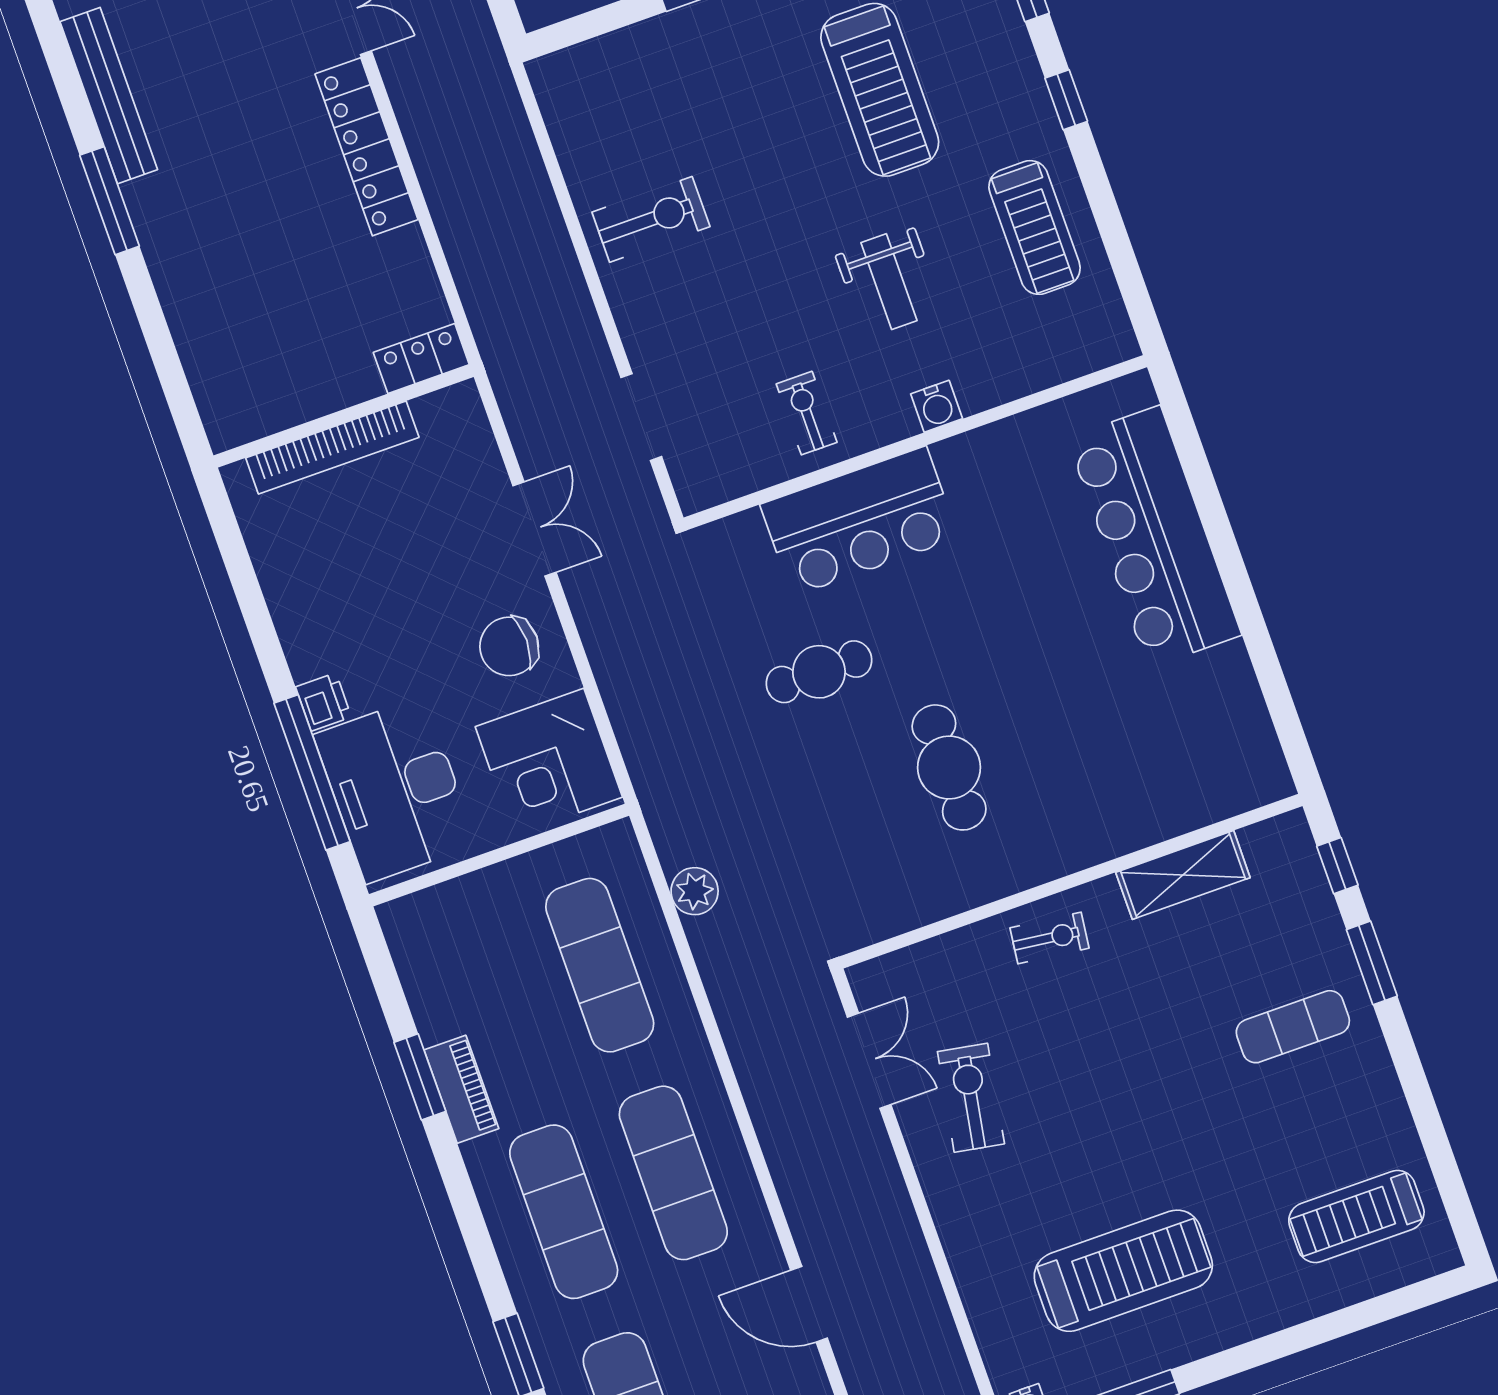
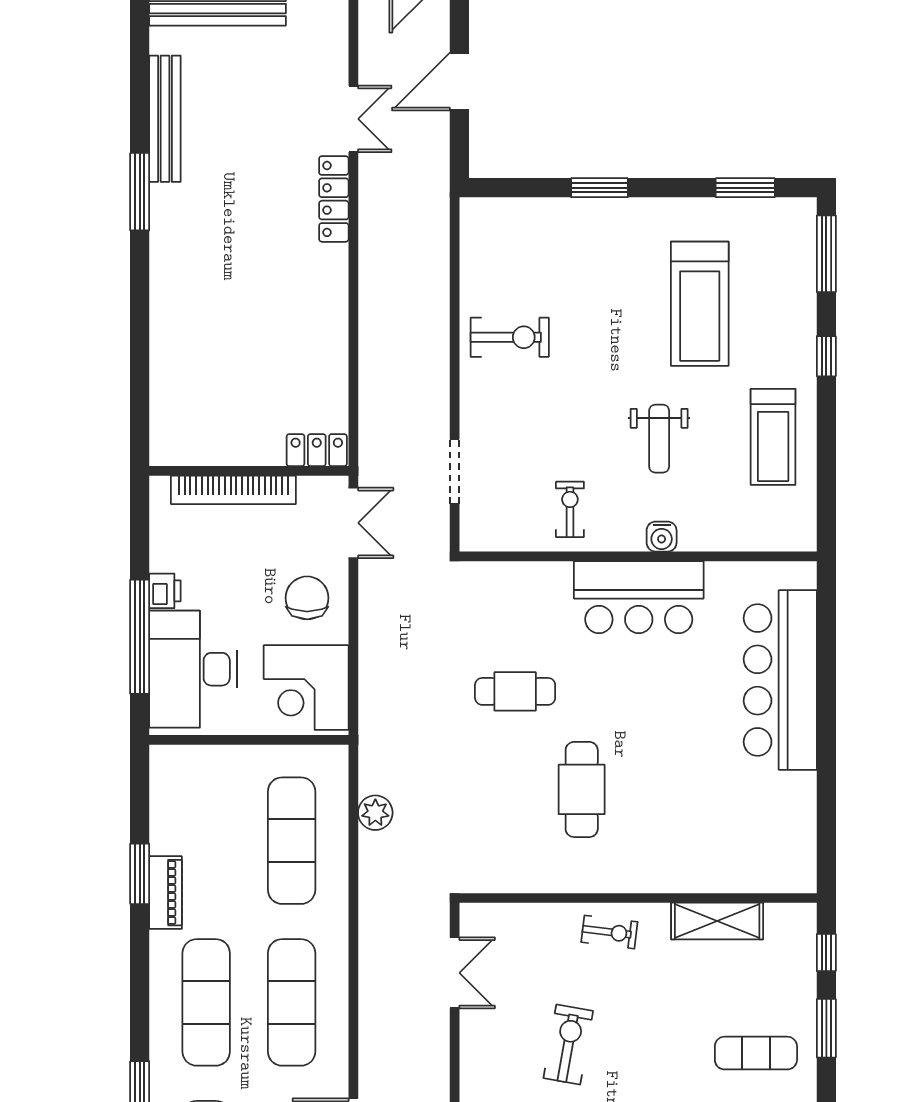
locker: (367, 147) -> (334, 199), width x0.71, depth x0.83
locker: (421, 359) -> (317, 450), moved
wall: (344, 416) -> (249, 471), moved
bookcase: (332, 448) -> (233, 490), moved
bar counter: (859, 521) -> (639, 597), moved
chair: (509, 646) -> (307, 598), turned 90
exercise bike: (971, 1098) -> (568, 1045), moved

